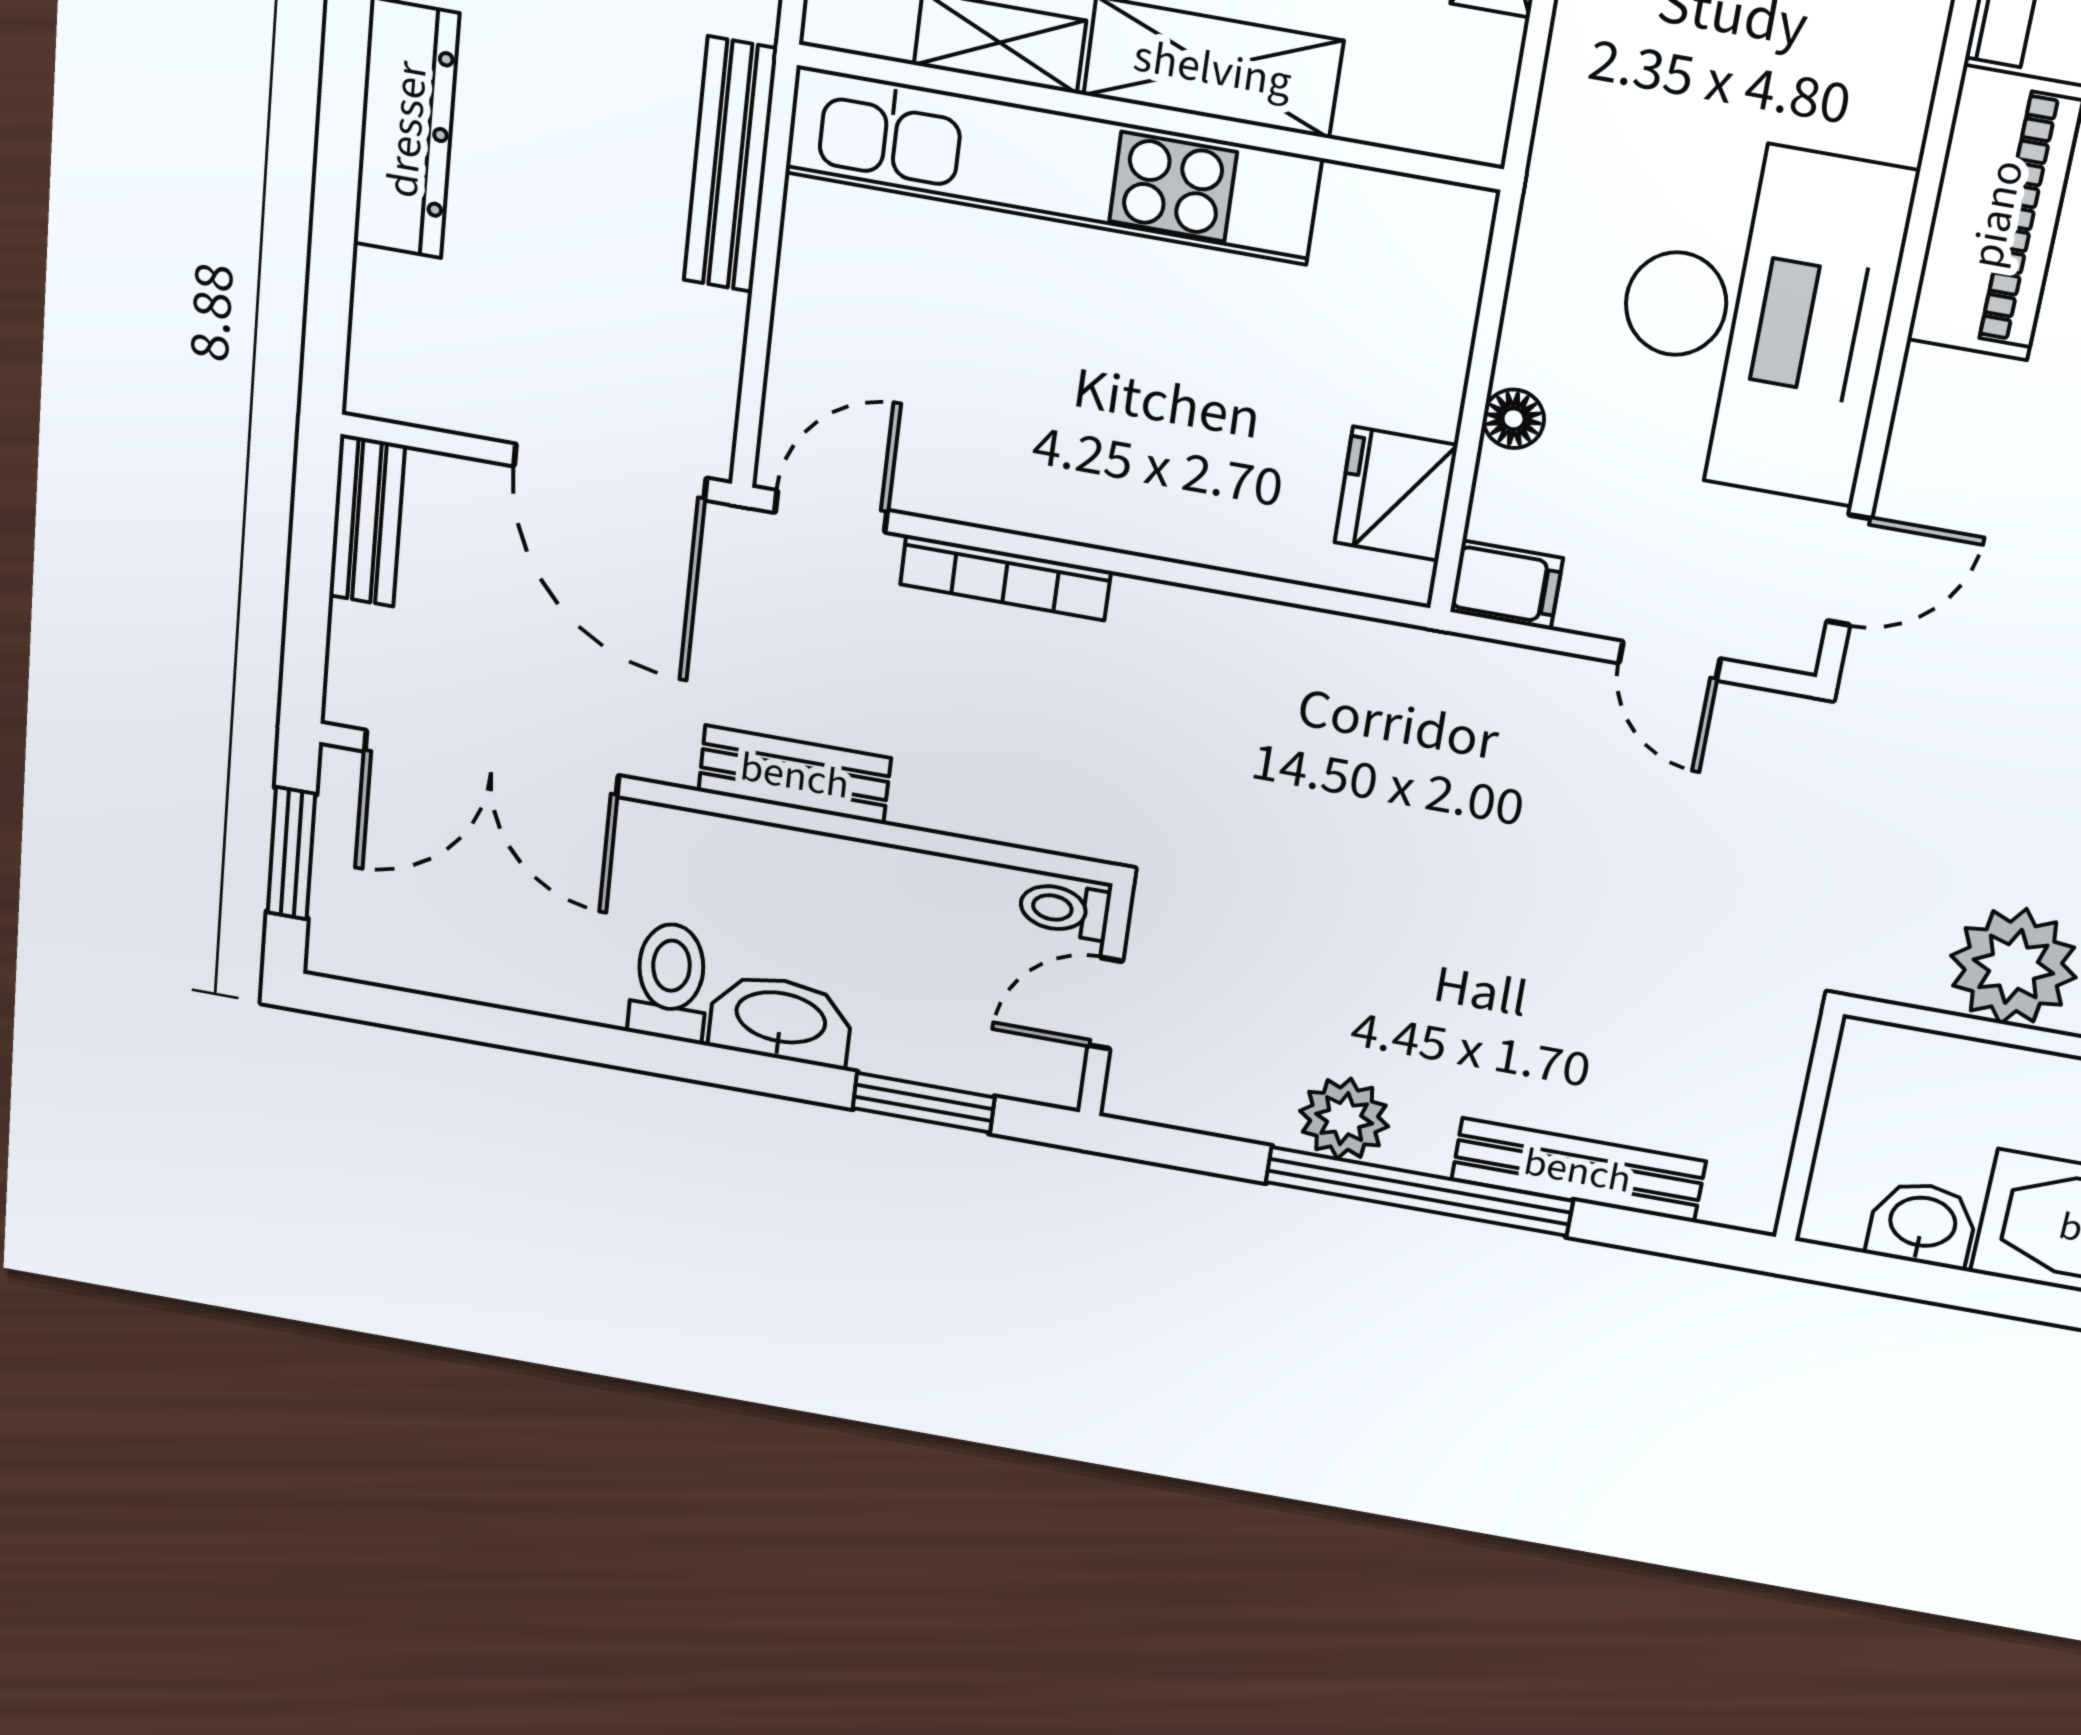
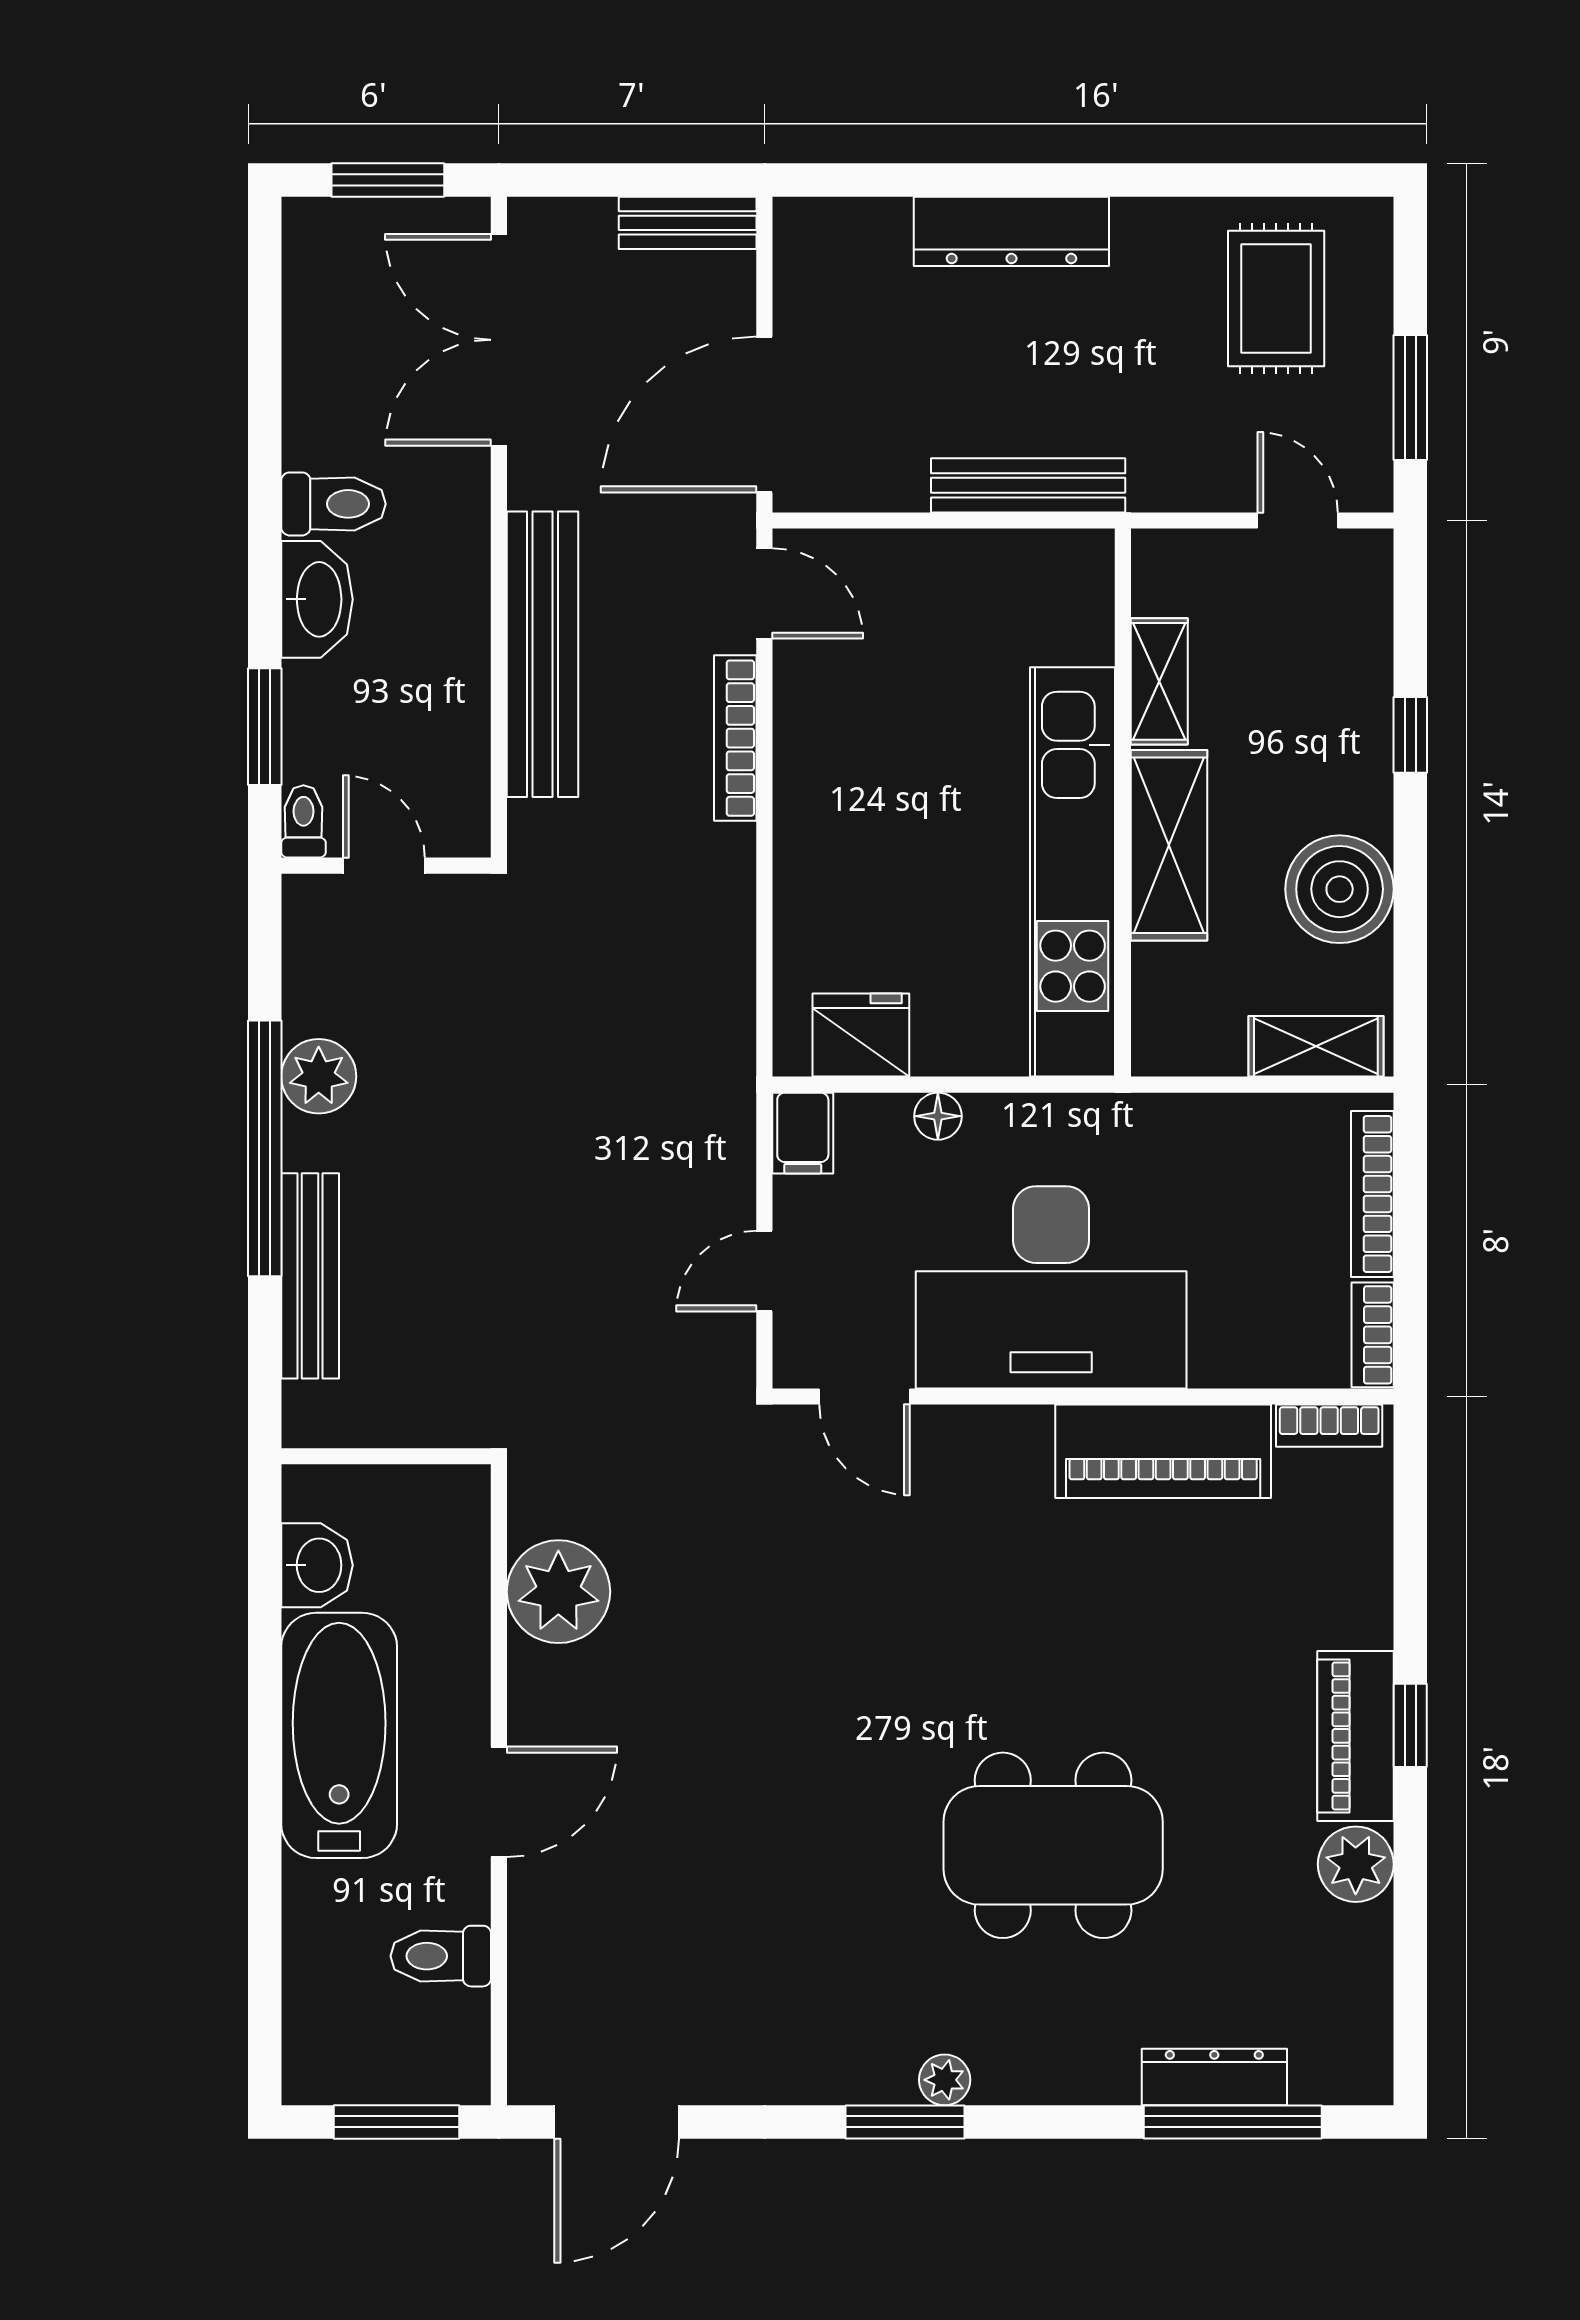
kitchen unit: (1053, 165) -> (1073, 872), moved
bench: (795, 775) -> (542, 654), width x1.86, depth x1.21
toilet: (1065, 910) -> (303, 821), moved

